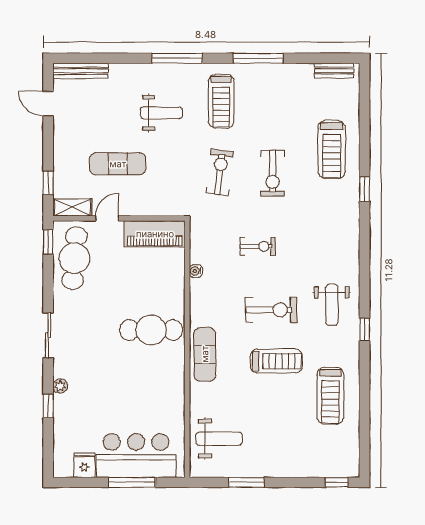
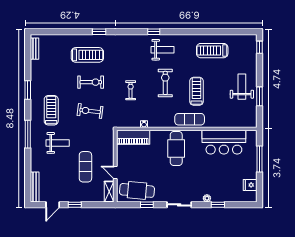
window: (258, 58) -> (28, 90), width x0.69
treadmill: (221, 101) -> (51, 110), turned -90
weight bench: (161, 113) -> (58, 143), turned 90
treadmill: (332, 149) -> (87, 55), moved
window: (48, 183) -> (75, 205), moved
piano: (155, 234) -> (133, 137), moved, turned 90
window: (48, 242) -> (147, 205), moved
window: (365, 330) -> (154, 32), moved
treadmill: (276, 361) -> (197, 91), moved
treadmill: (330, 396) -> (212, 51), turned 180
weight bench: (219, 439) -> (242, 87), moved
bar counter: (136, 456) -> (224, 142), moved, turned -90

